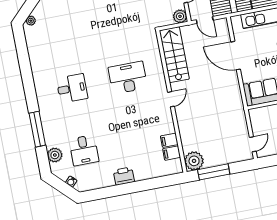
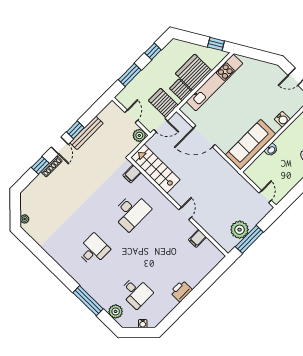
desk: (128, 78) -> (131, 212), turned 180
door: (171, 99) -> (185, 213), moved
filing cabinet: (172, 153) -> (132, 174), moved
plant: (194, 161) -> (240, 230), moved

